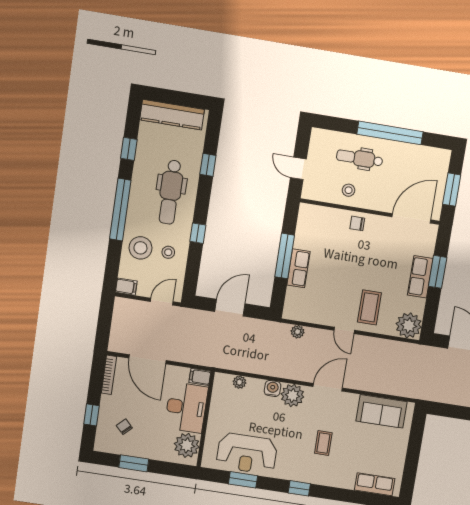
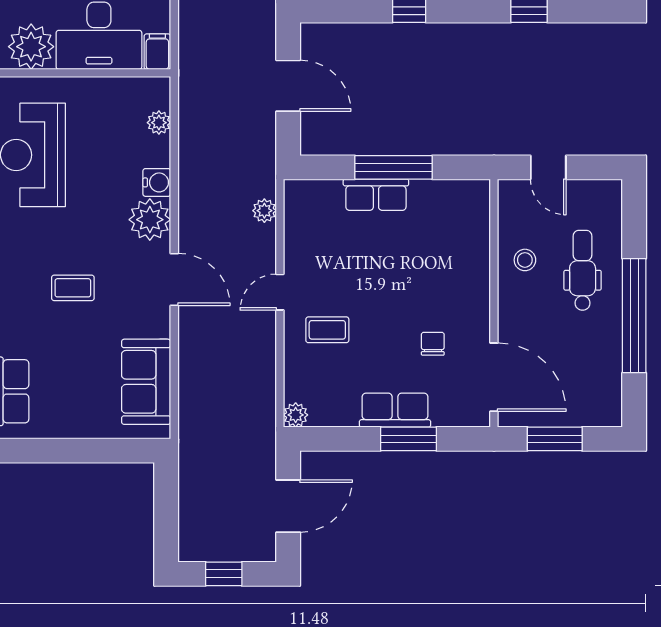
door: (298, 168) -> (548, 167), swing flipped
chair: (357, 223) -> (433, 344), moved
coffee table: (369, 307) -> (327, 330), width x0.73, depth x0.77
plant: (409, 325) -> (296, 415), width x0.53, depth x0.53

